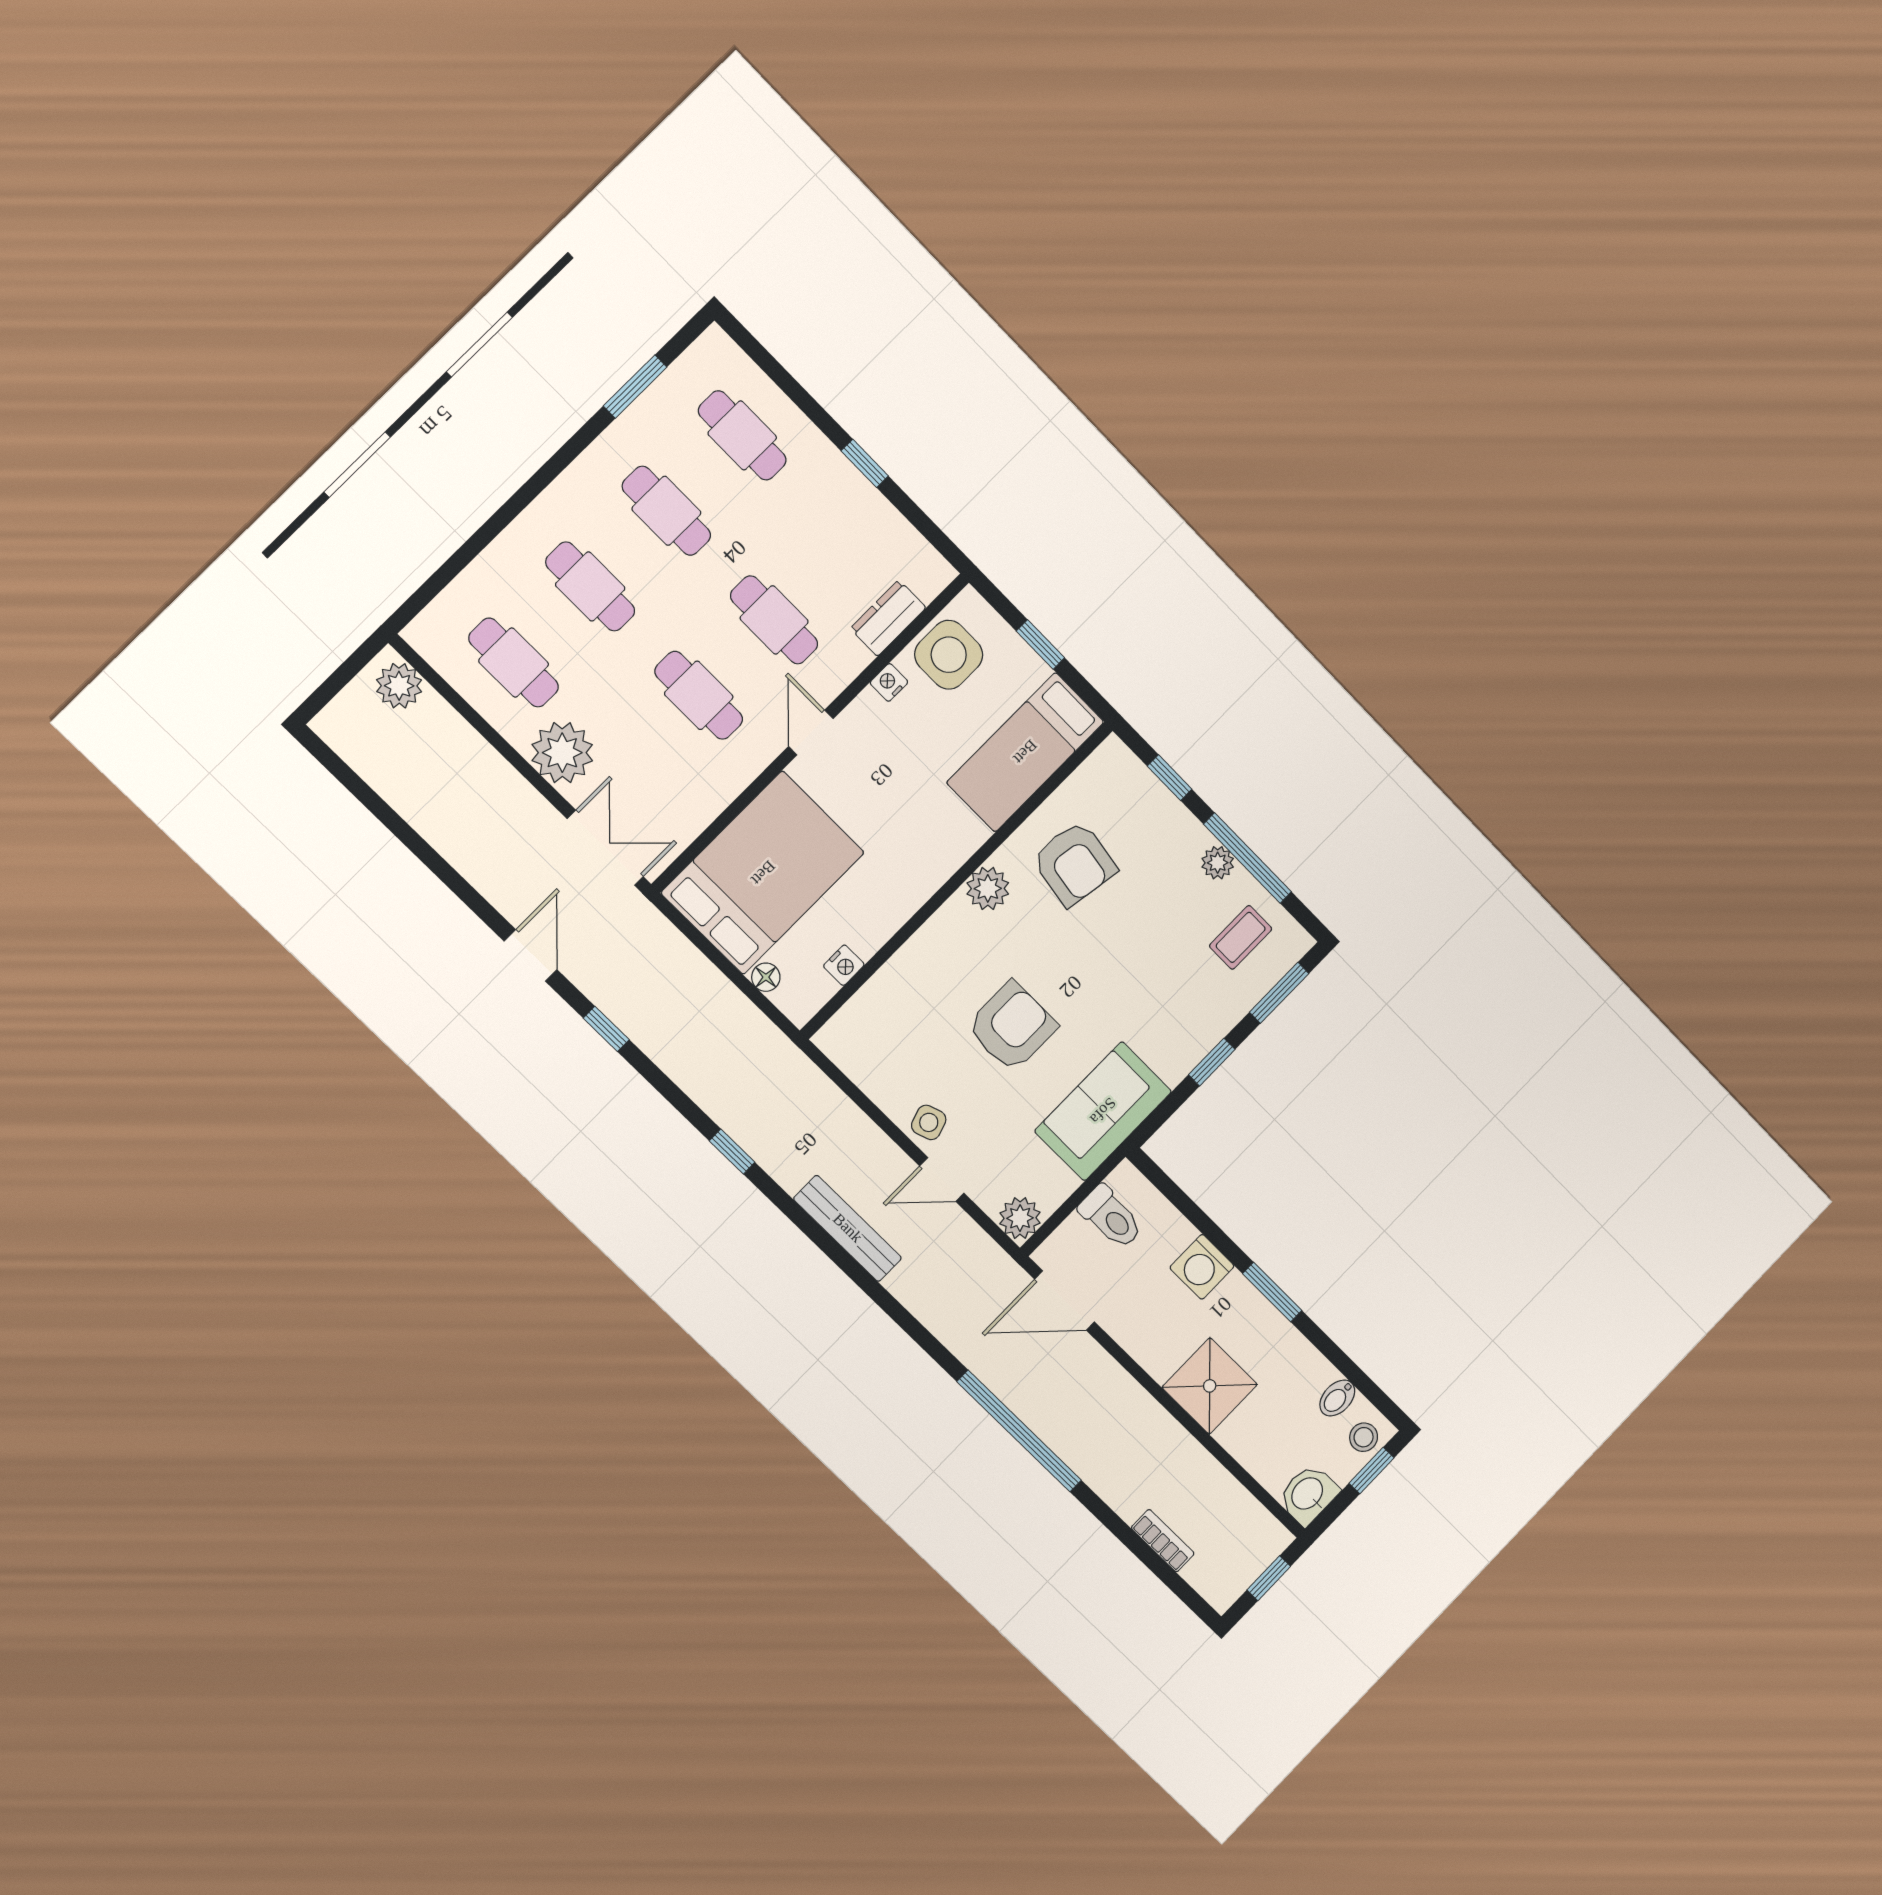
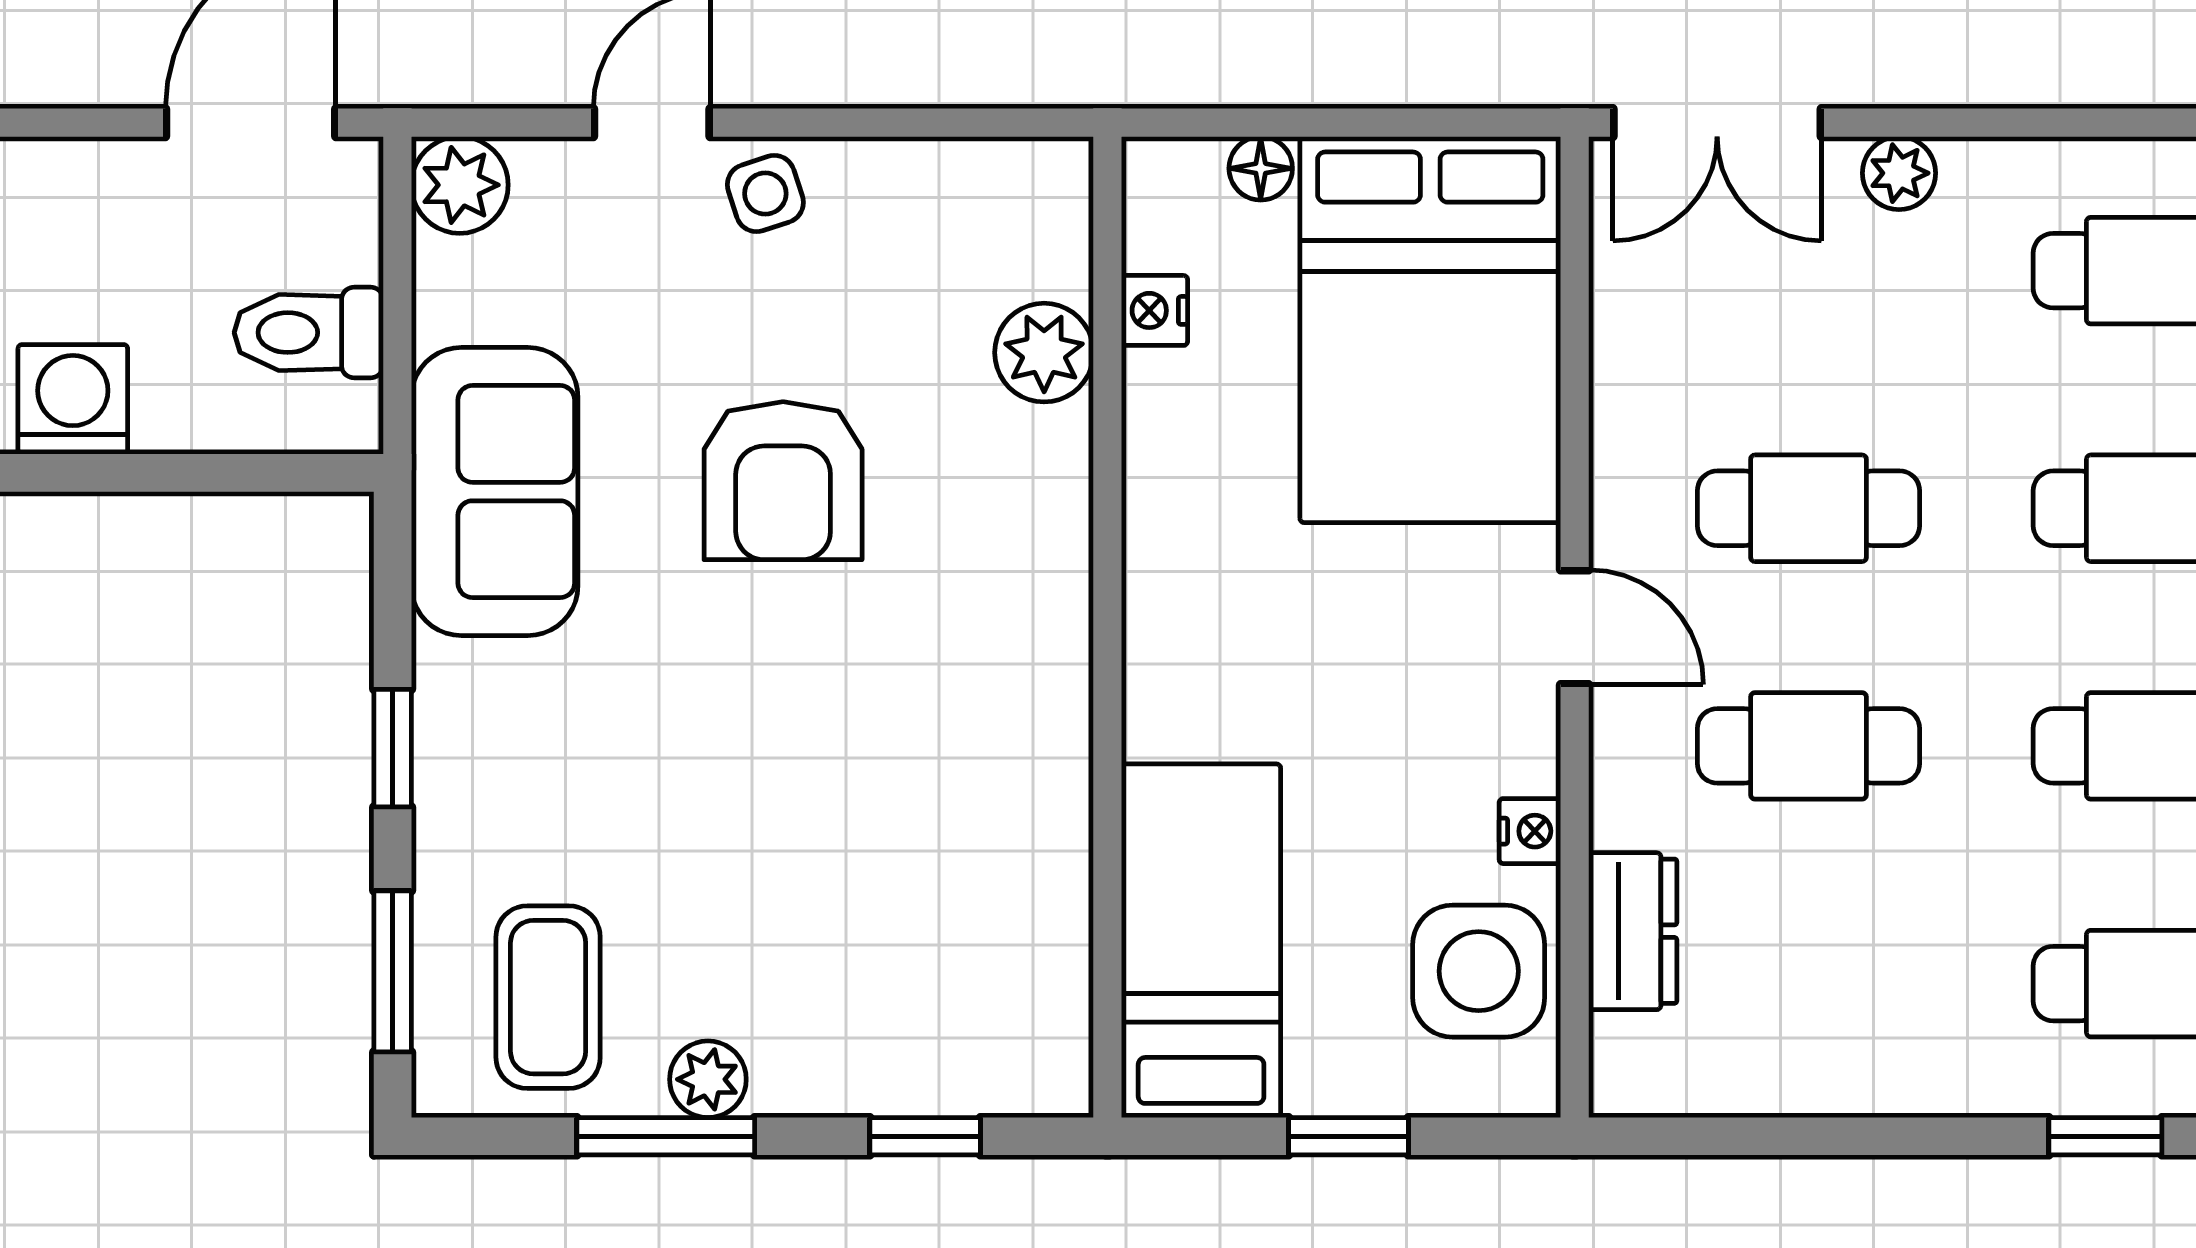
window: (865, 463) -> (2105, 1136), moved
plant: (562, 753) -> (1899, 173), width x0.53, depth x0.53
window: (1248, 858) -> (666, 1136), width x0.69
armchair: (1074, 863) -> (943, 843), removed
plant: (988, 888) -> (1044, 353), moved
coffee table: (1241, 937) -> (548, 997), width x1.36, depth x1.30

